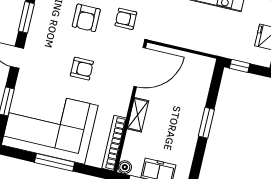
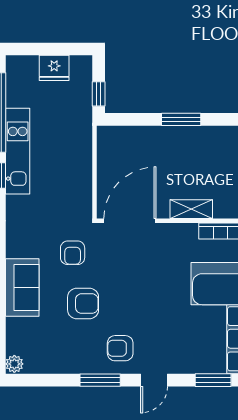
door: (140, 67) -> (130, 221), hinge flipped
armchair: (82, 69) -> (120, 348), moved, turned -90

